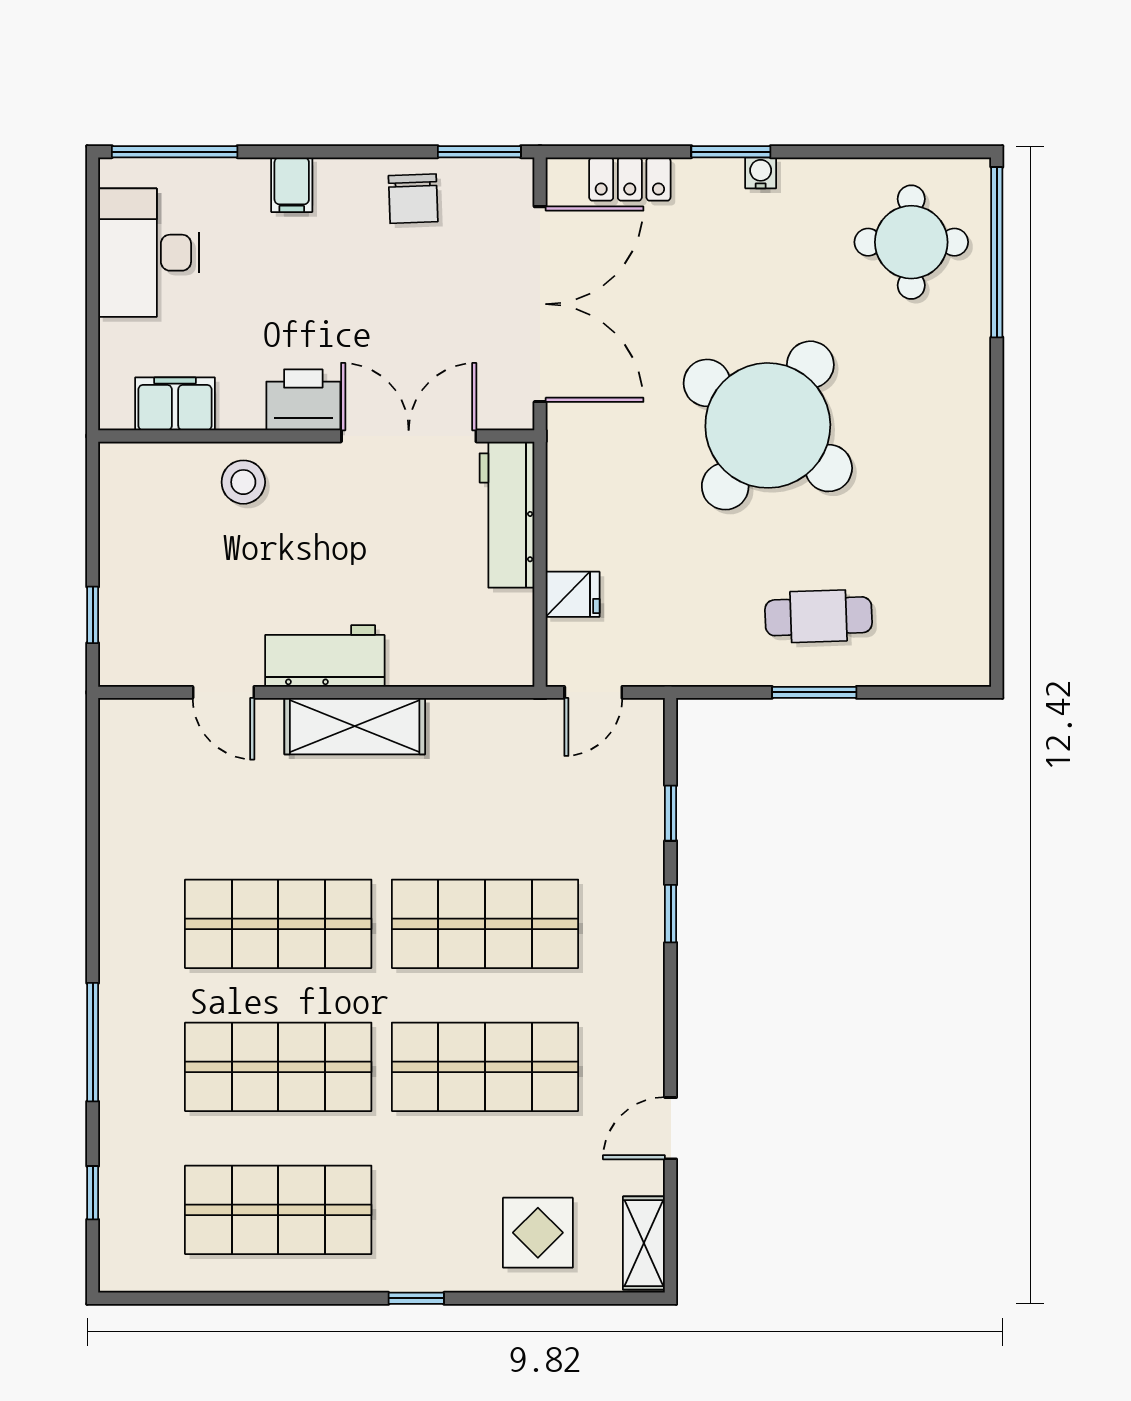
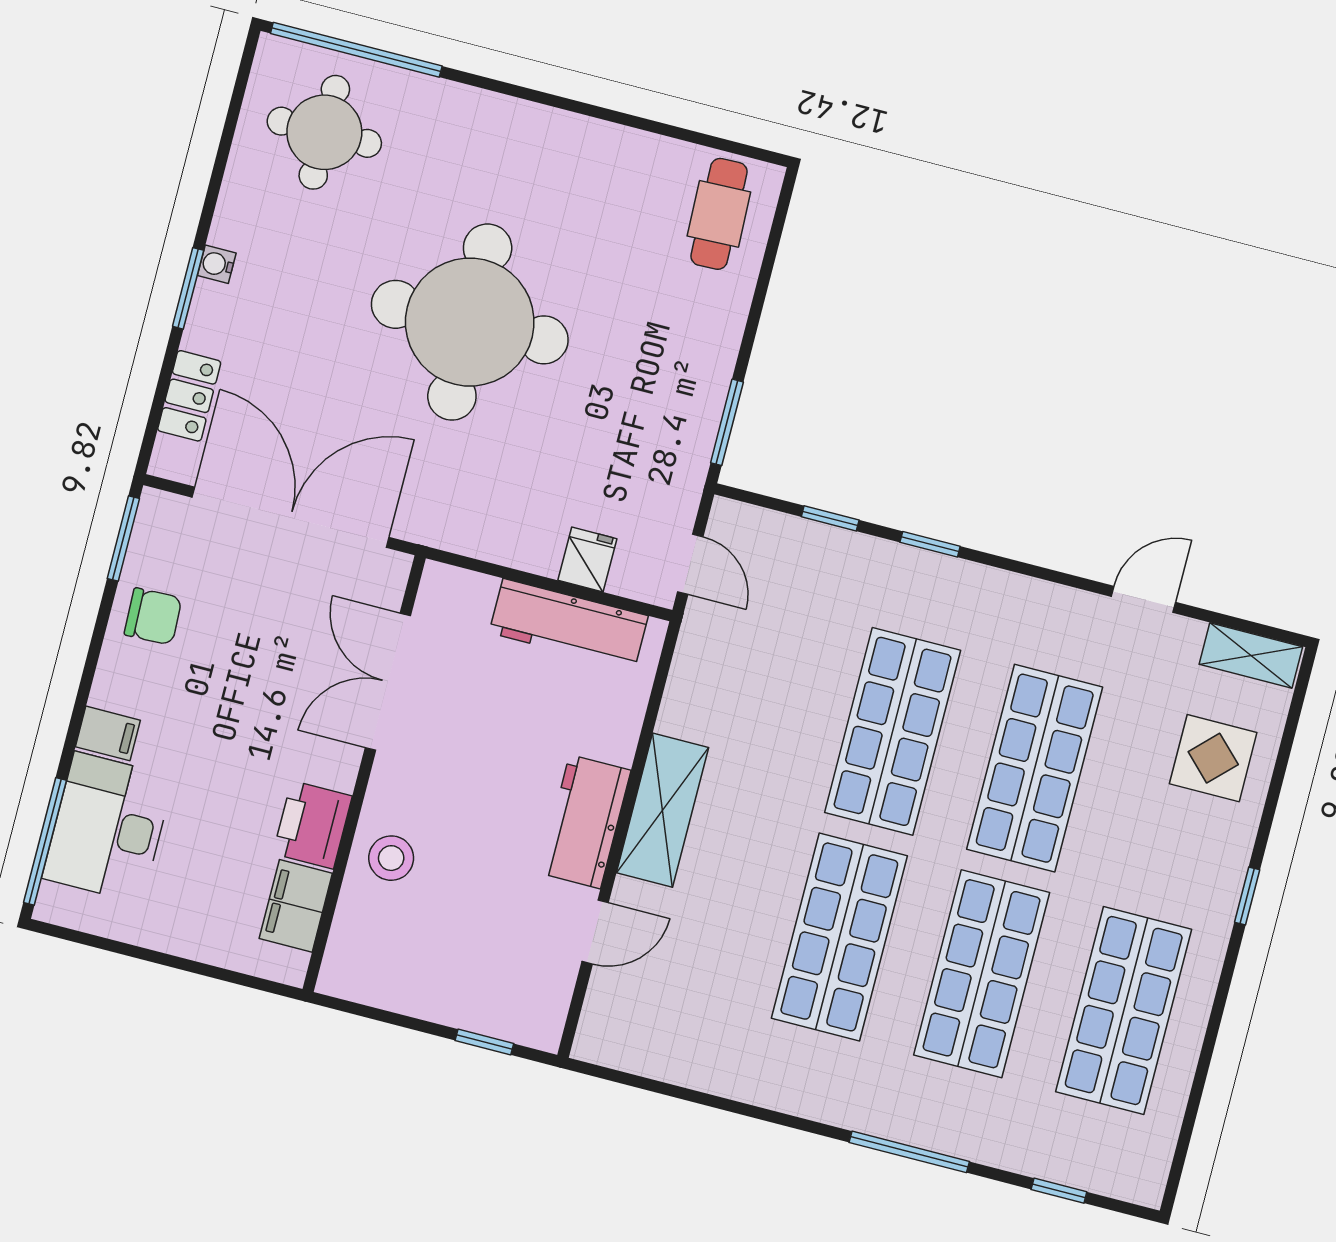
desk: (149, 253) -> (108, 827), moved, turned 90
printer: (303, 400) -> (313, 825), moved
round table: (768, 425) -> (470, 322), turned -36
workbench: (507, 515) -> (569, 624), moved
cafe table: (818, 616) -> (719, 214), moved
window: (814, 692) -> (727, 422), moved
door: (671, 1128) -> (1143, 599), swing flipped

